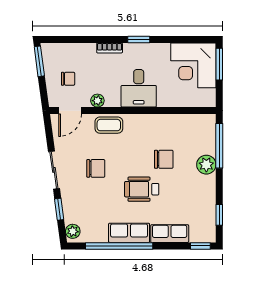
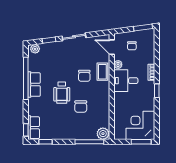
desk: (139, 88) -> (126, 81), moved
plant: (206, 165) -> (103, 134), moved
chair: (96, 168) -> (84, 76), moved
wheelchair: (142, 189) -> (62, 93), turned 180
row of seats: (170, 234) -> (34, 128), moved

